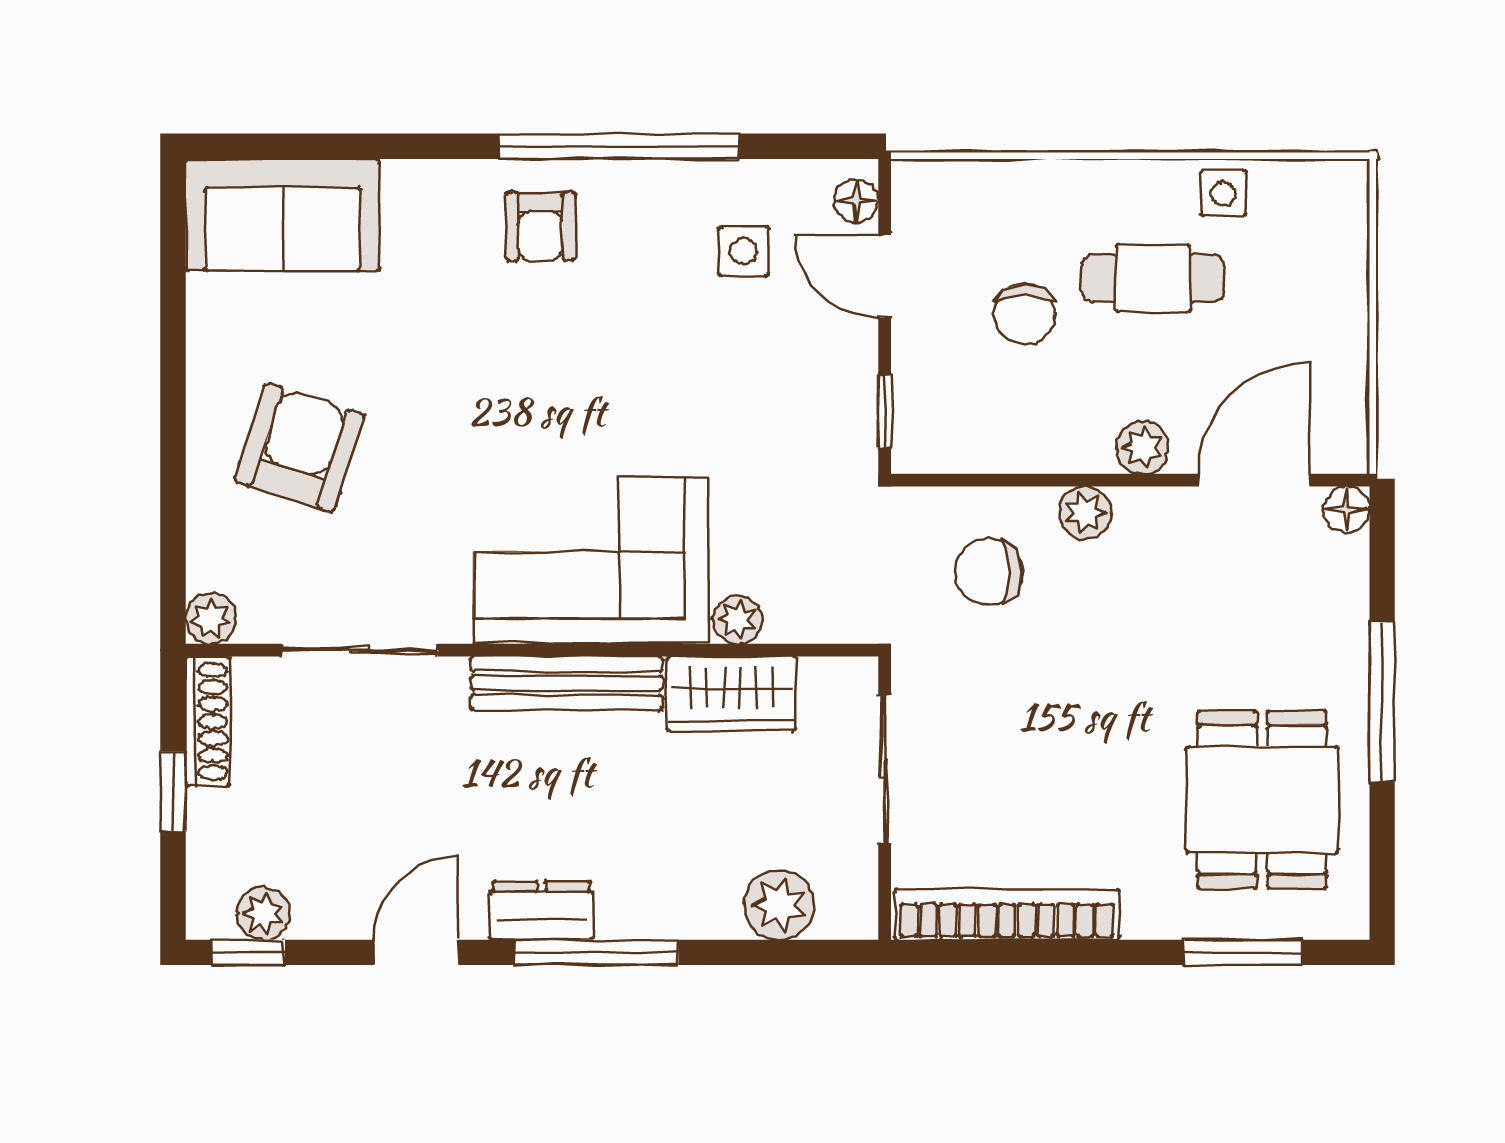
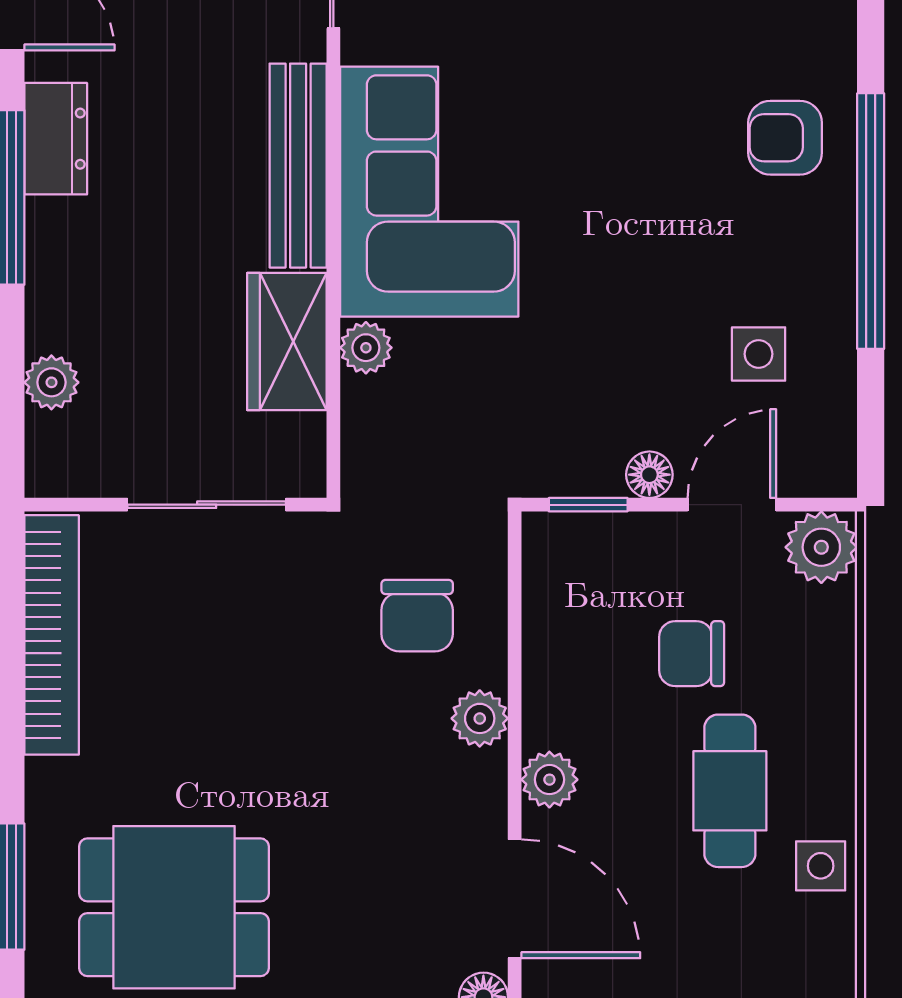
plant: (925, 193) -> (821, 547), added
floor lamp: (857, 201) -> (649, 475), moved
chair: (989, 572) -> (417, 616), turned 180
plant: (779, 905) -> (51, 382), width x0.73, depth x0.73

